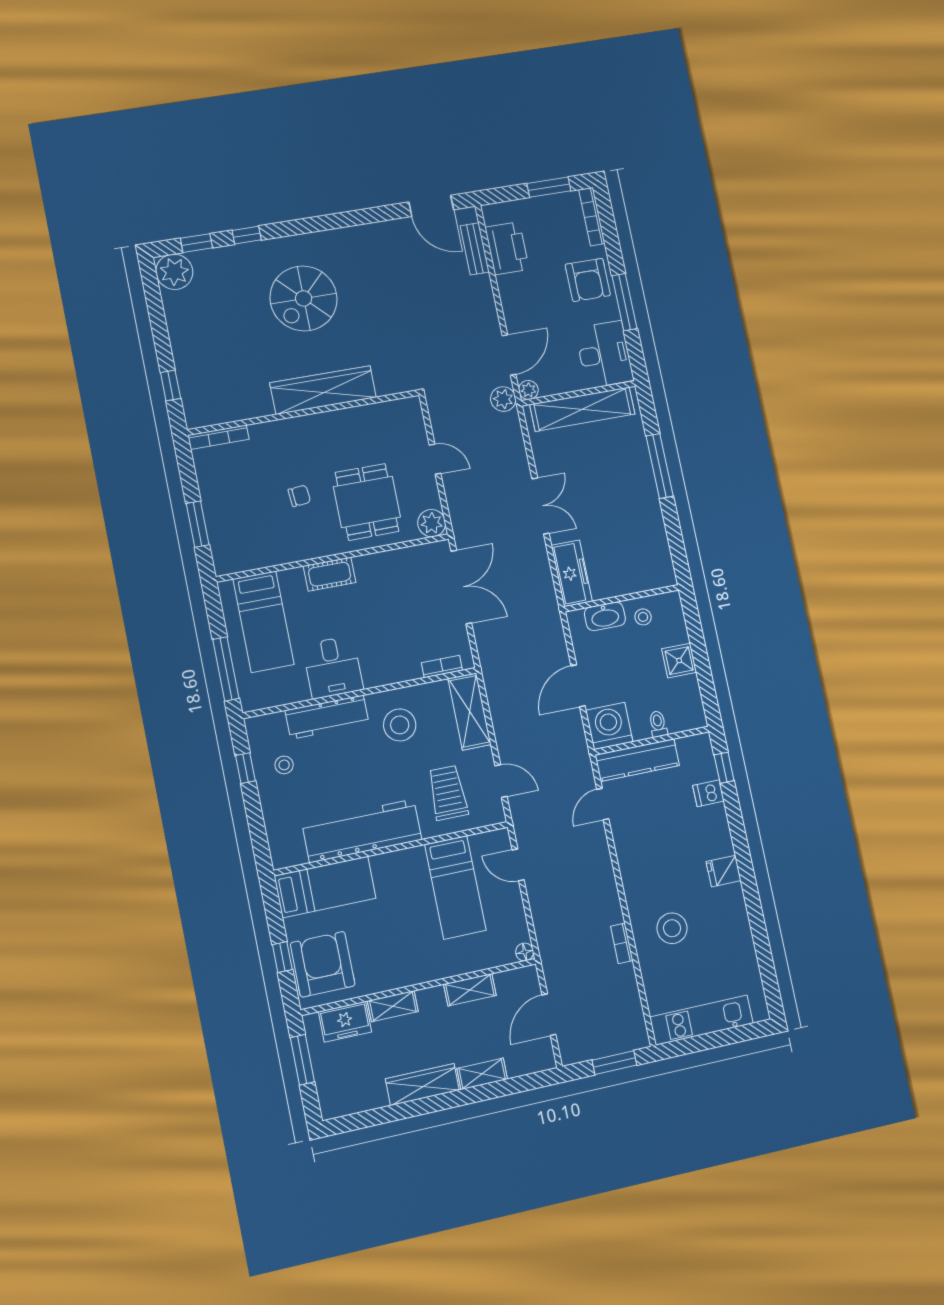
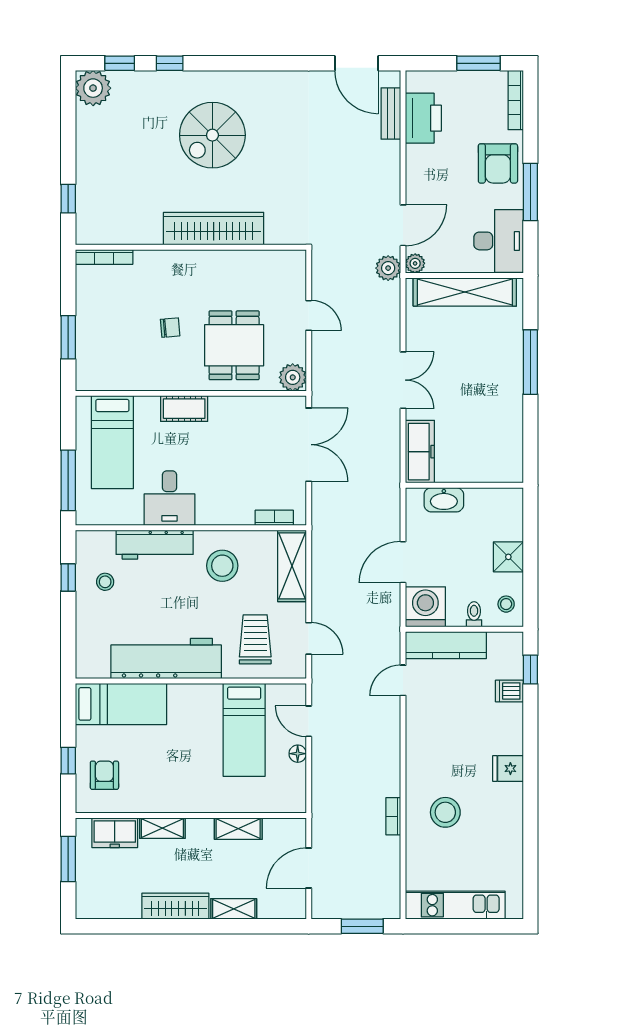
stool: (643, 617) -> (506, 604), moved
floor lamp: (525, 952) -> (298, 754), moved
armchair: (323, 964) -> (104, 775), width x0.53, depth x0.53

